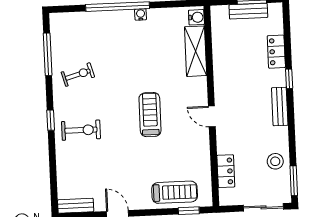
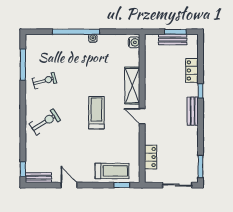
shelving: (196, 51) -> (132, 86), moved
window: (51, 120) -> (23, 169), moved
exercise bike: (81, 130) -> (45, 122), turned -32
stool: (275, 161) -> (187, 151), removed

